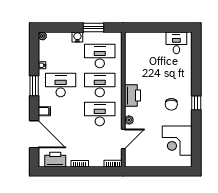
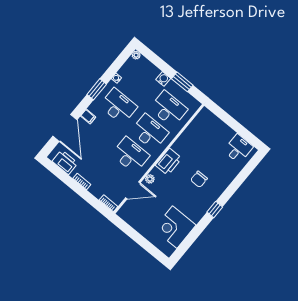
chair: (171, 104) -> (199, 179), moved

